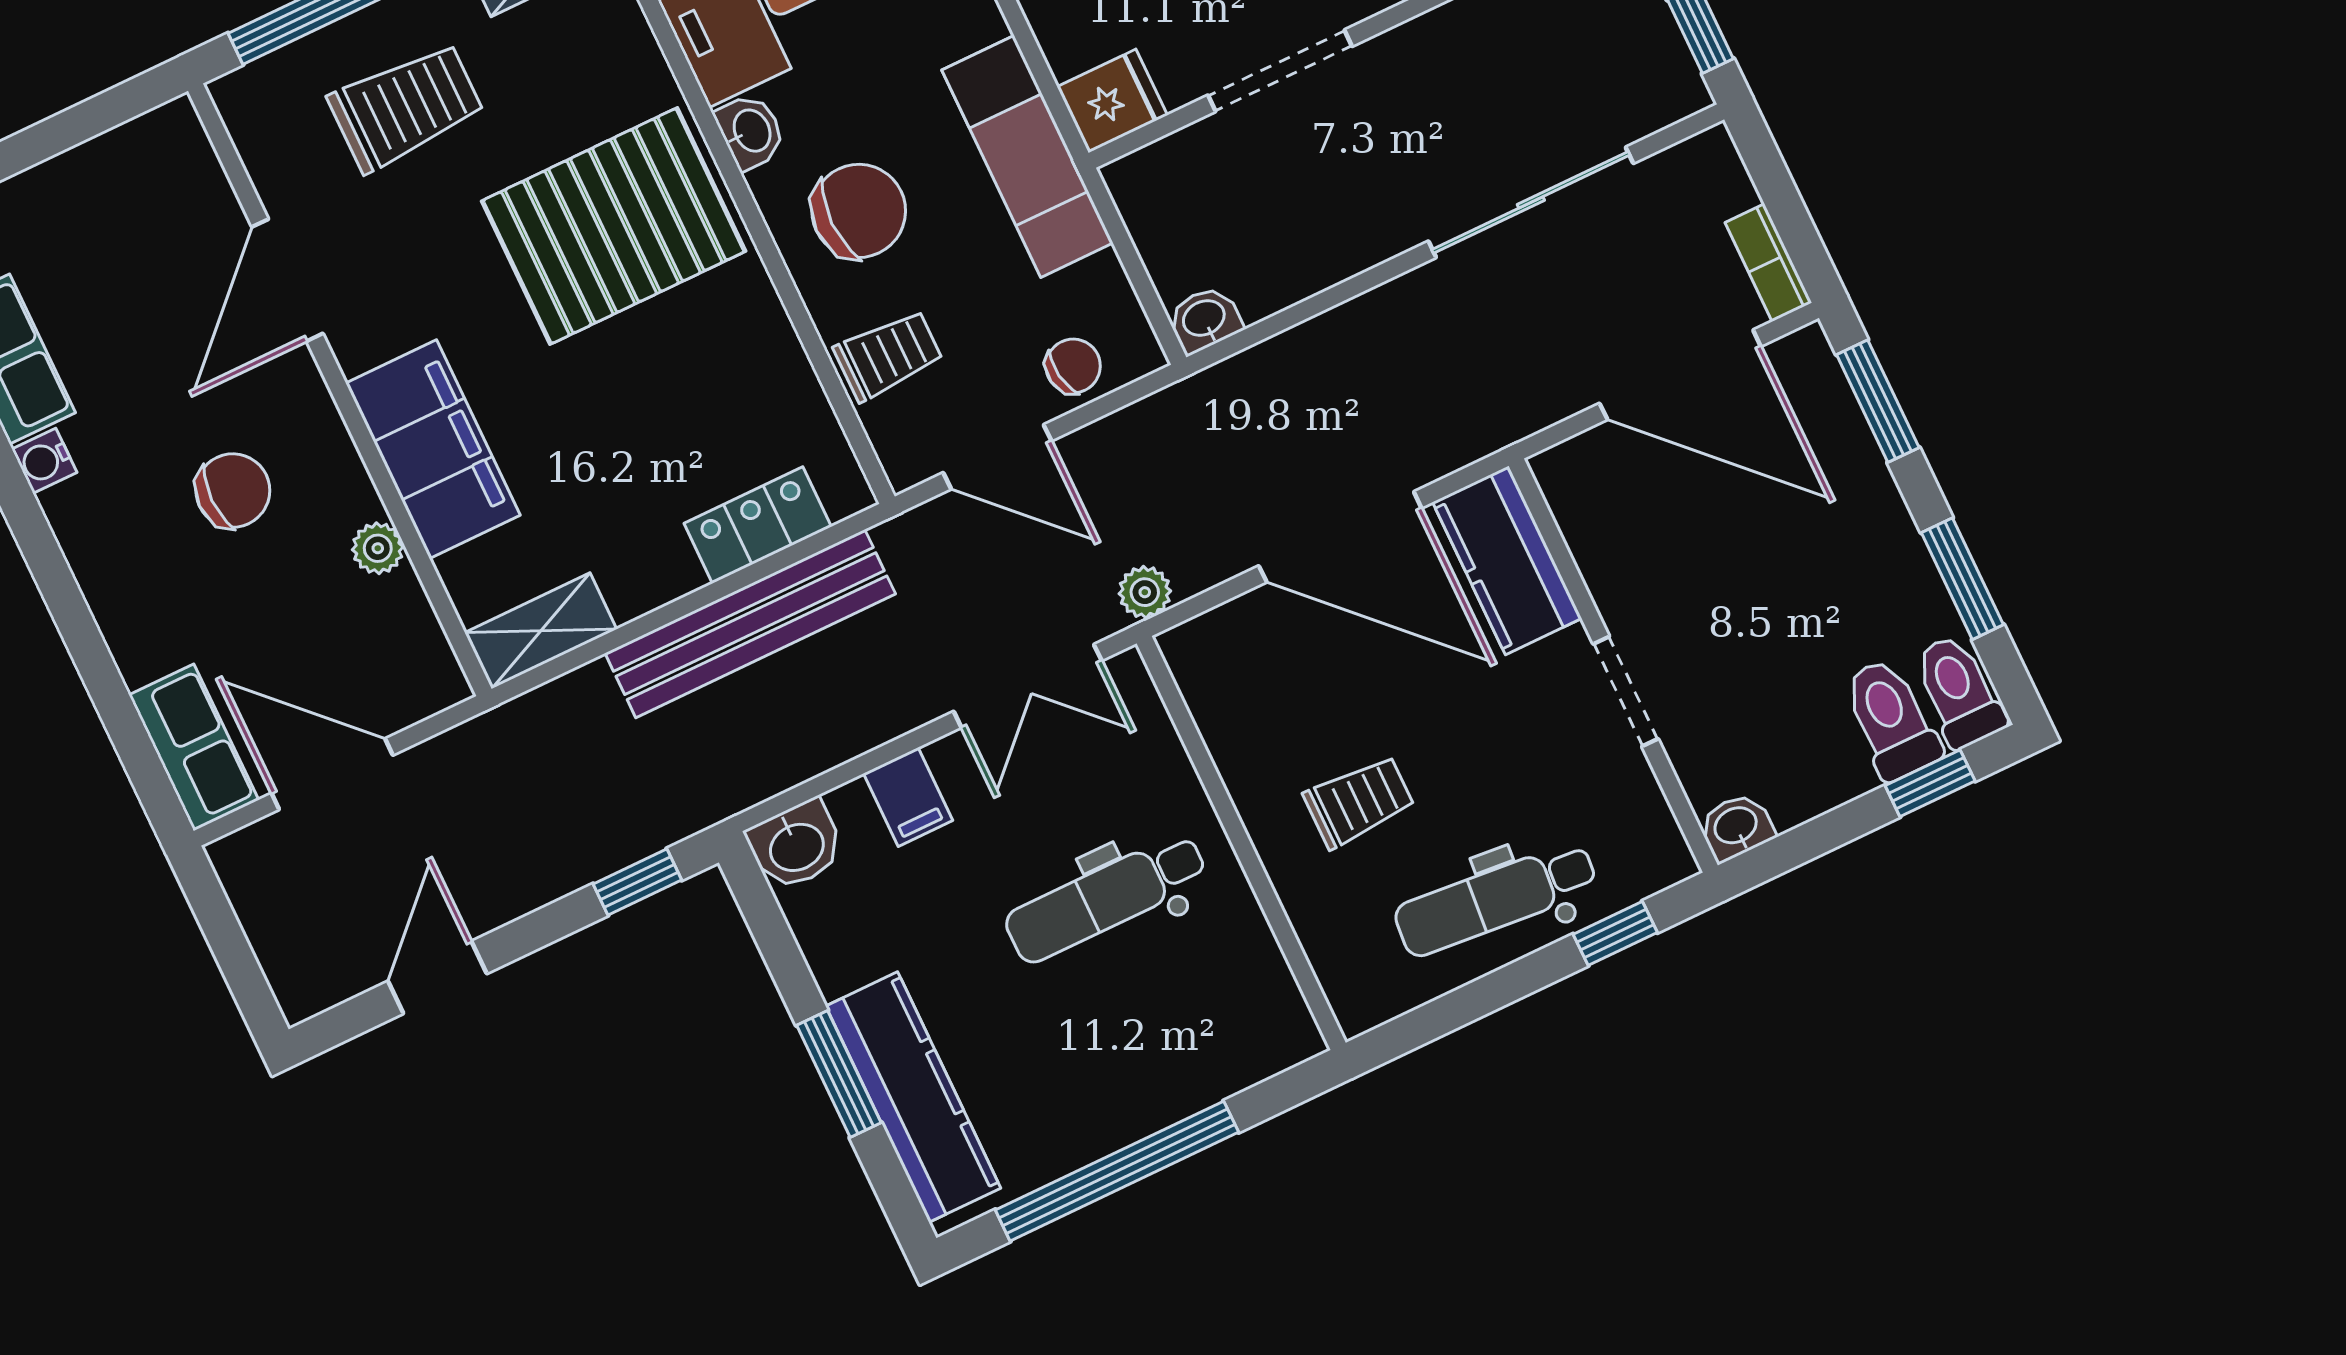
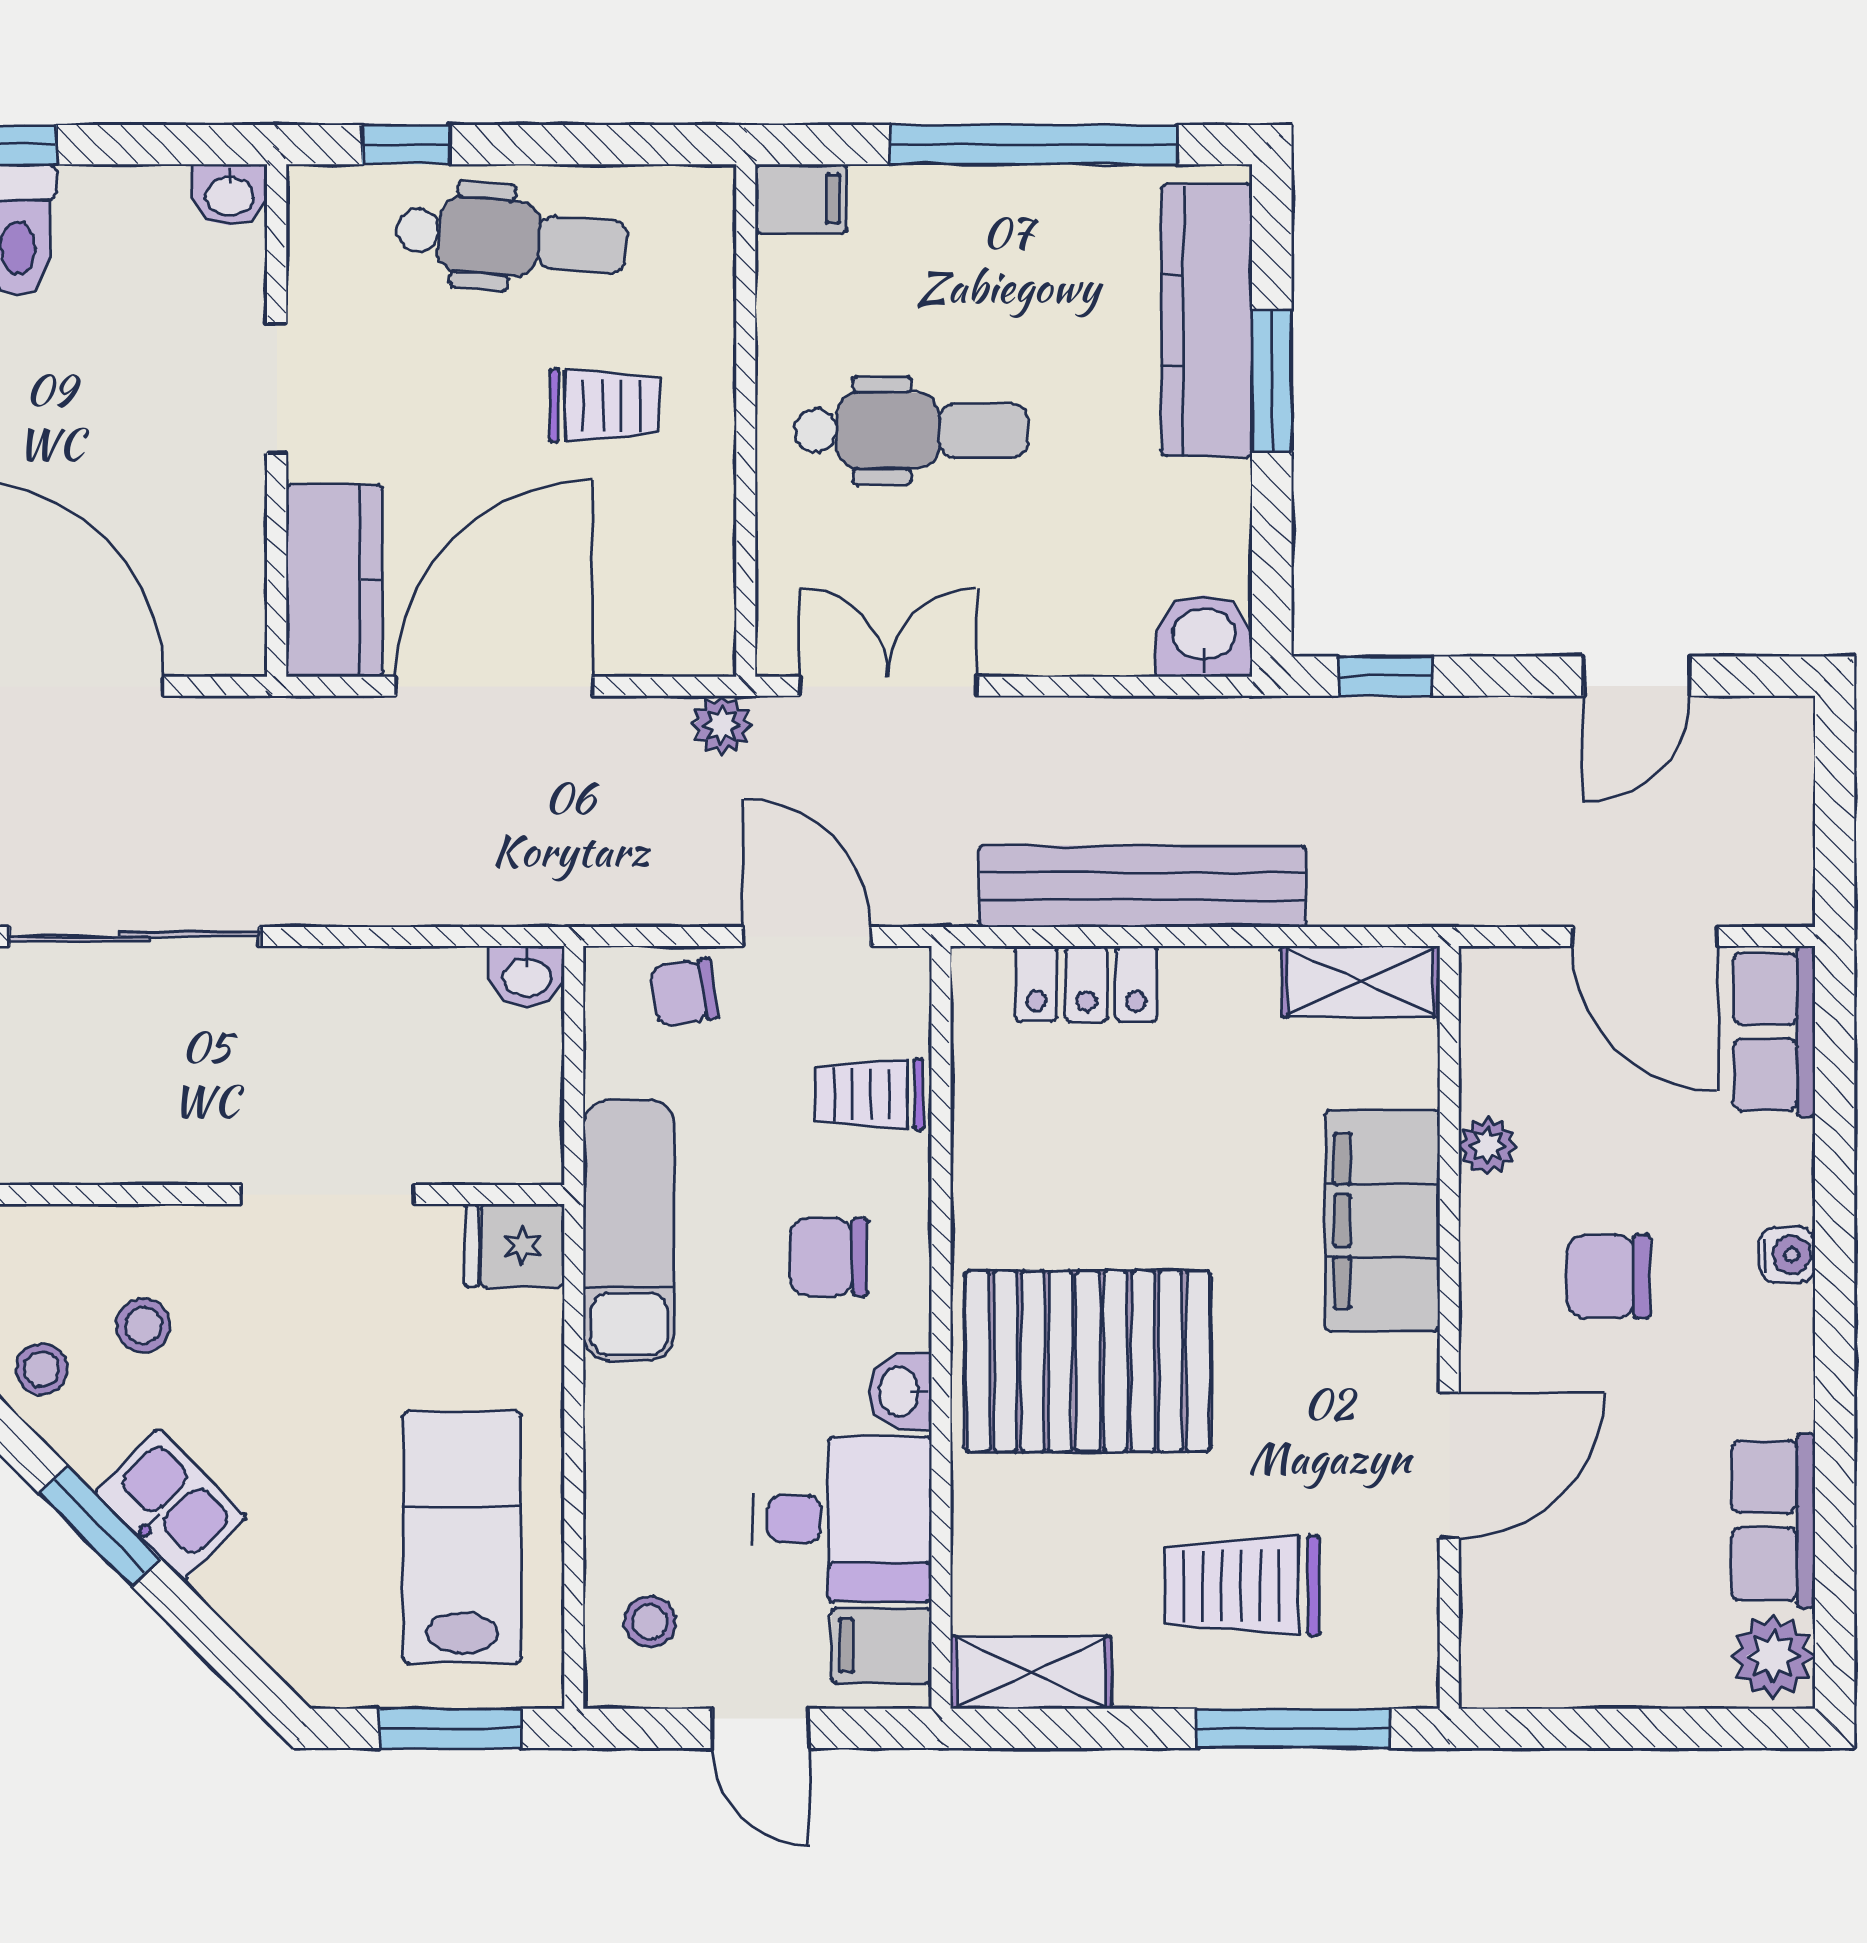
chair: (859, 211) -> (829, 1257), width x0.73, depth x0.73
water cooler: (44, 461) -> (1787, 1255), moved
door: (1340, 537) -> (494, 686), hinge flipped
filing cabinet: (908, 797) -> (801, 199), moved, turned 90
trolley: (1359, 801) -> (604, 406), turned 180

